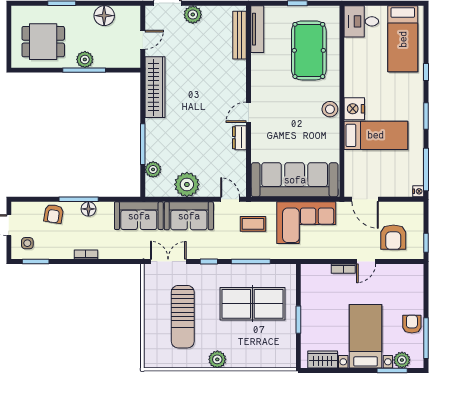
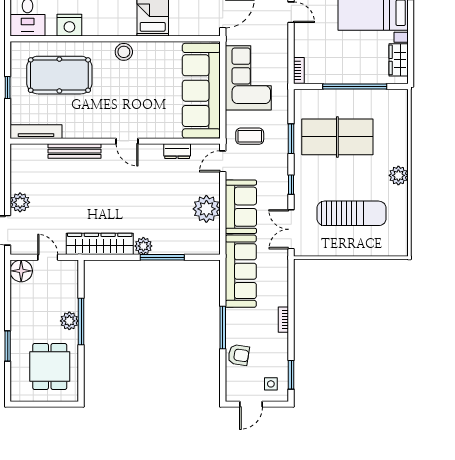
floor lamp: (104, 16) -> (21, 271), moved
bench: (239, 35) -> (74, 151), moved
nightstand: (354, 109) -> (69, 25), moved
dresser: (239, 138) -> (177, 151), moved
plant: (153, 169) -> (143, 246), moved
floor lamp: (88, 209) -> (233, 317), removed
sofa: (139, 216) -> (241, 271), width x1.36
coffee table: (253, 224) -> (250, 136), turned 90
window: (251, 262) -> (291, 139), width x0.69
bookcase: (343, 269) -> (299, 70), moved
table tennis table: (252, 304) -> (337, 137), turned 90
window: (298, 320) -> (355, 87), width x2.11

